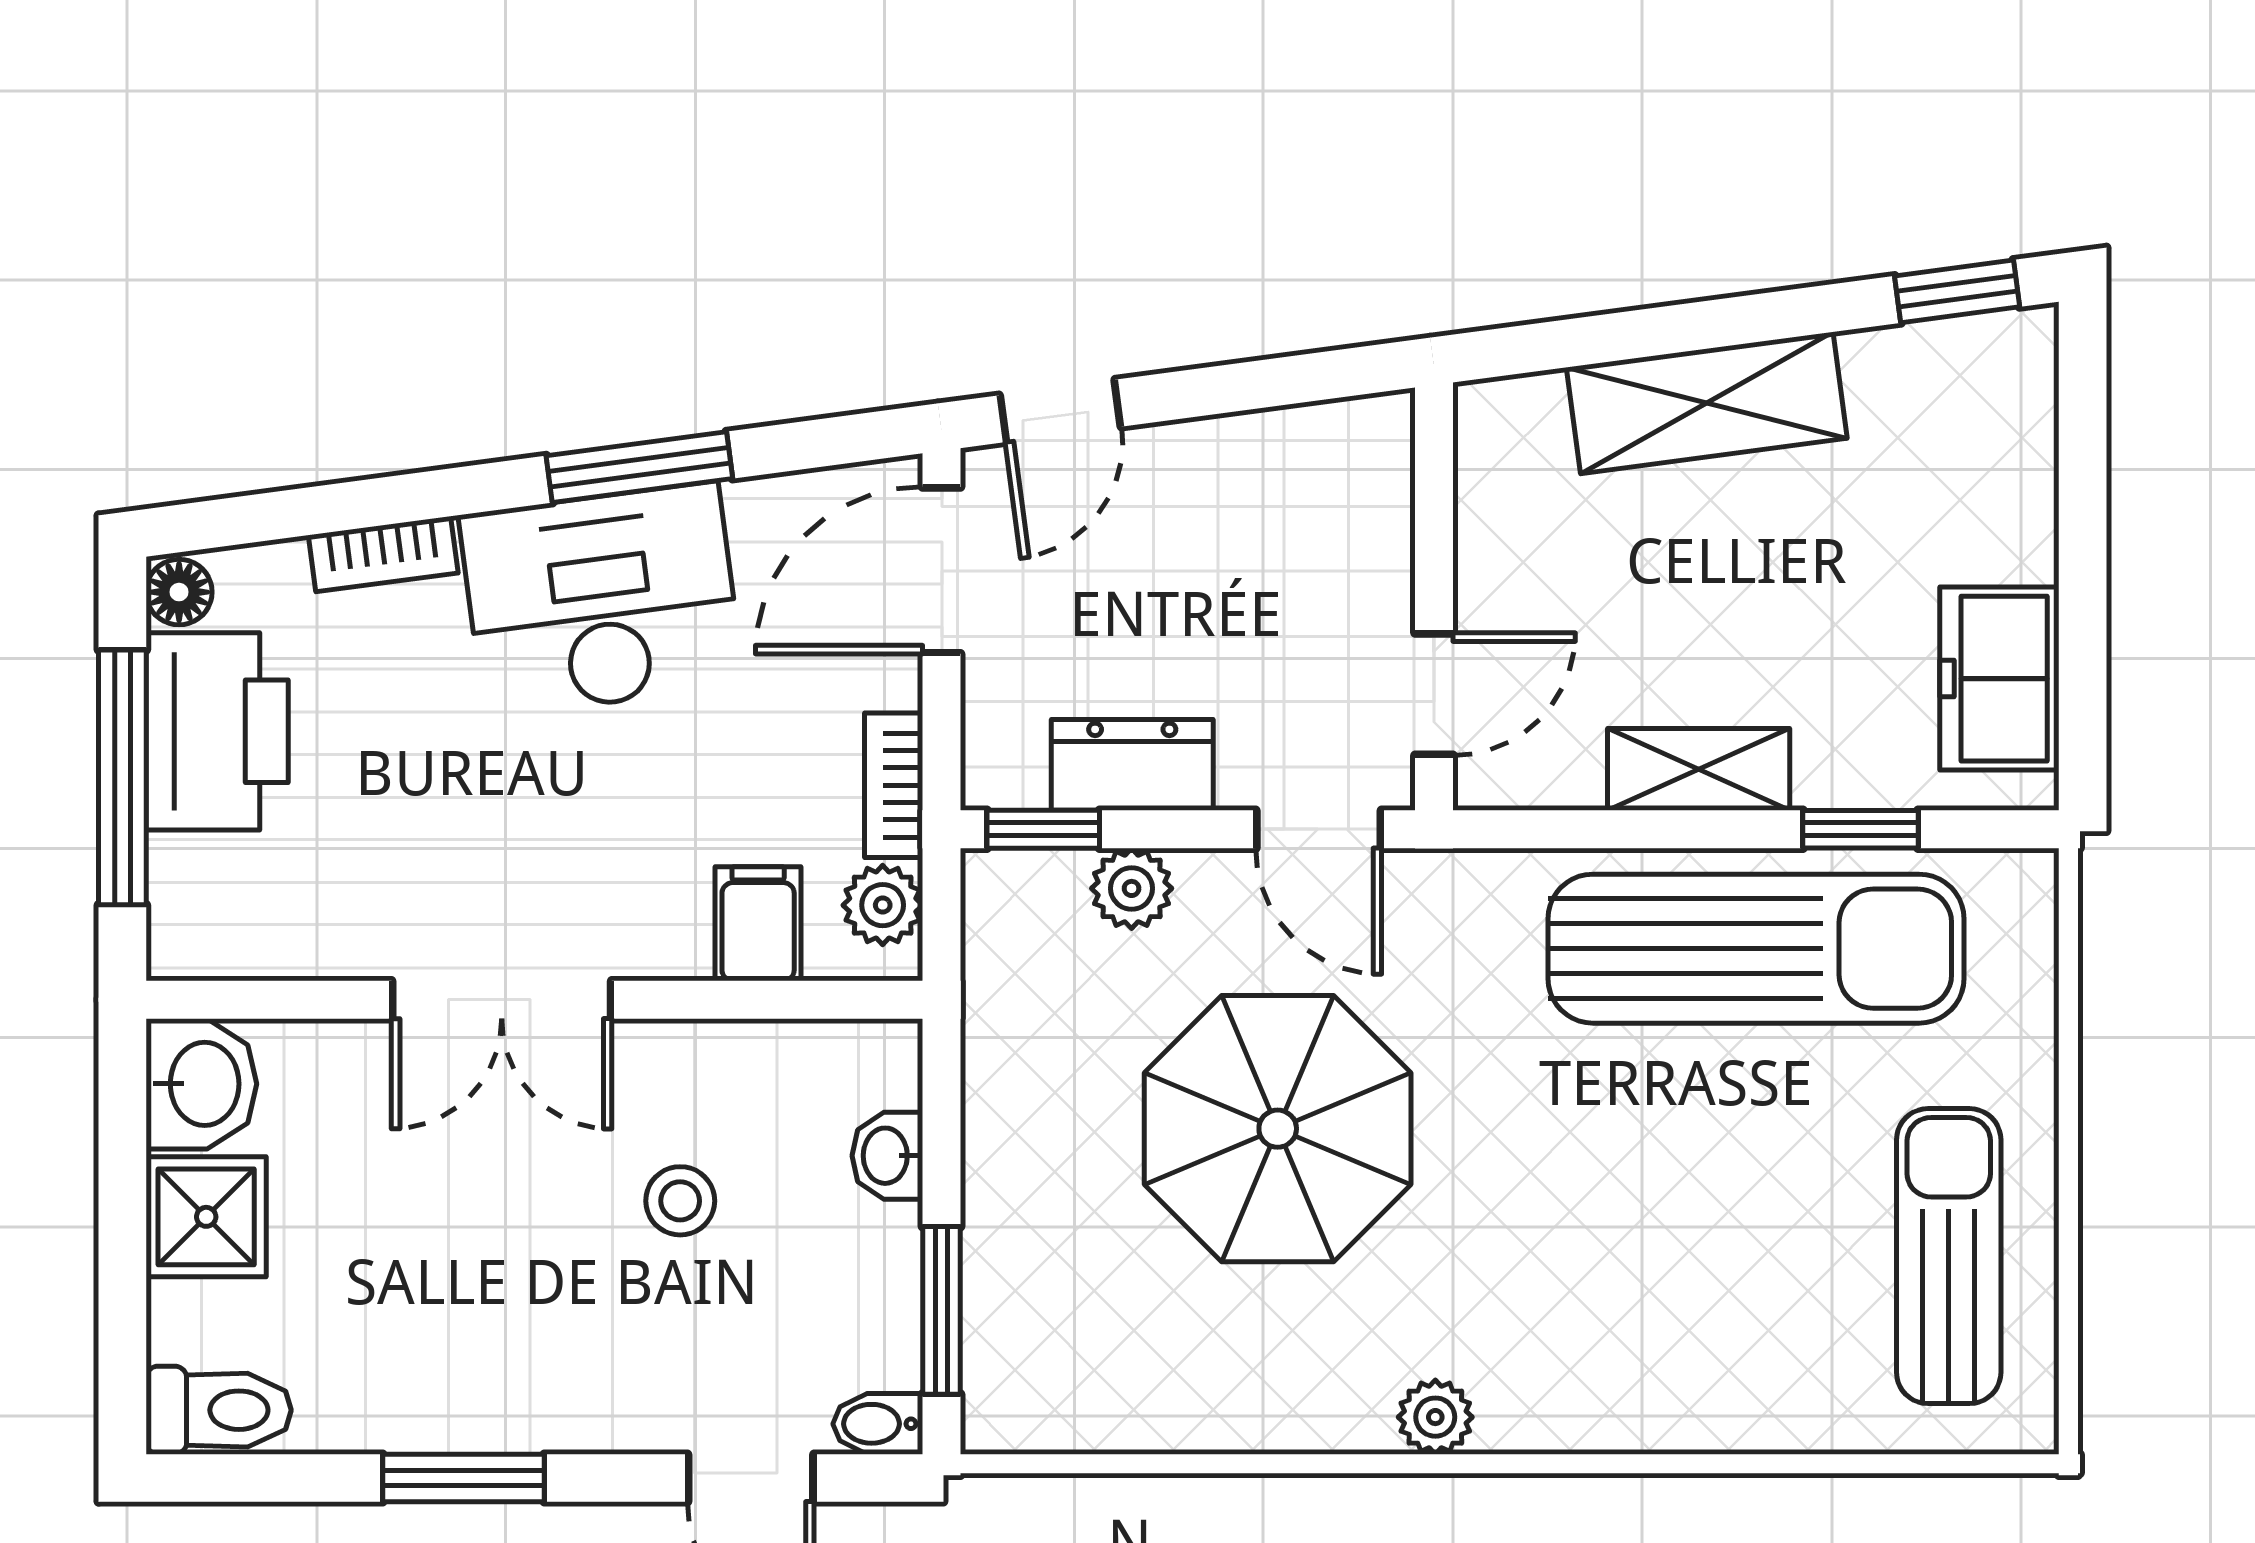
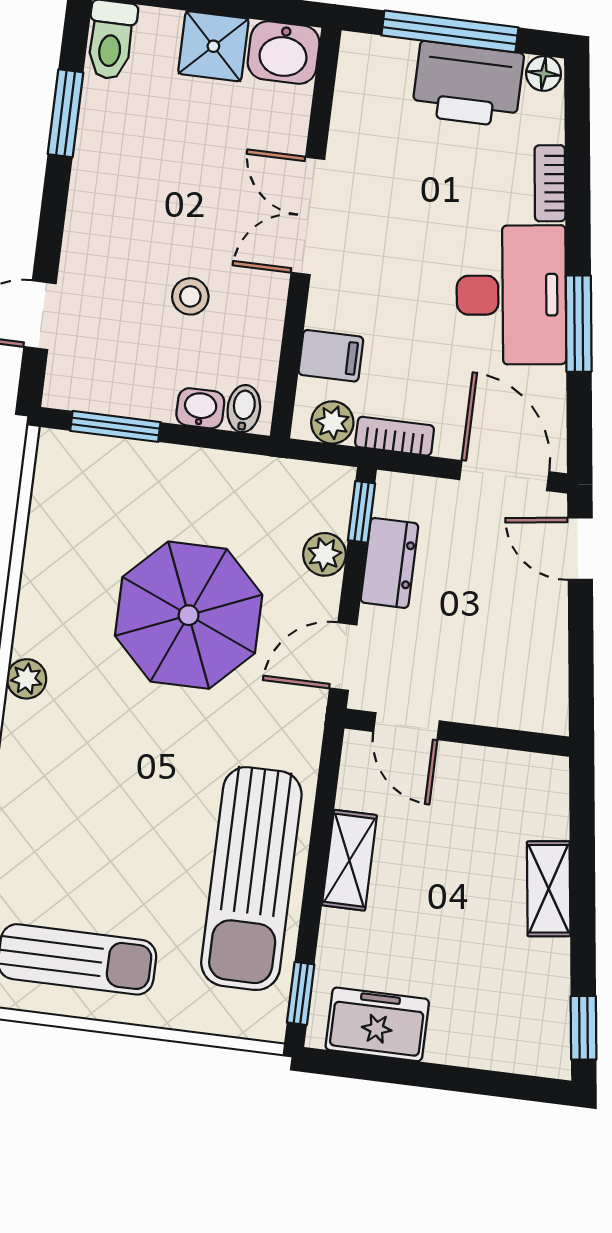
shelving: (1707, 403) -> (549, 889), width x0.67, depth x0.75
window: (1860, 829) -> (301, 993), moved
bidet: (878, 1424) -> (244, 409), moved
window: (464, 1478) -> (66, 113), moved

